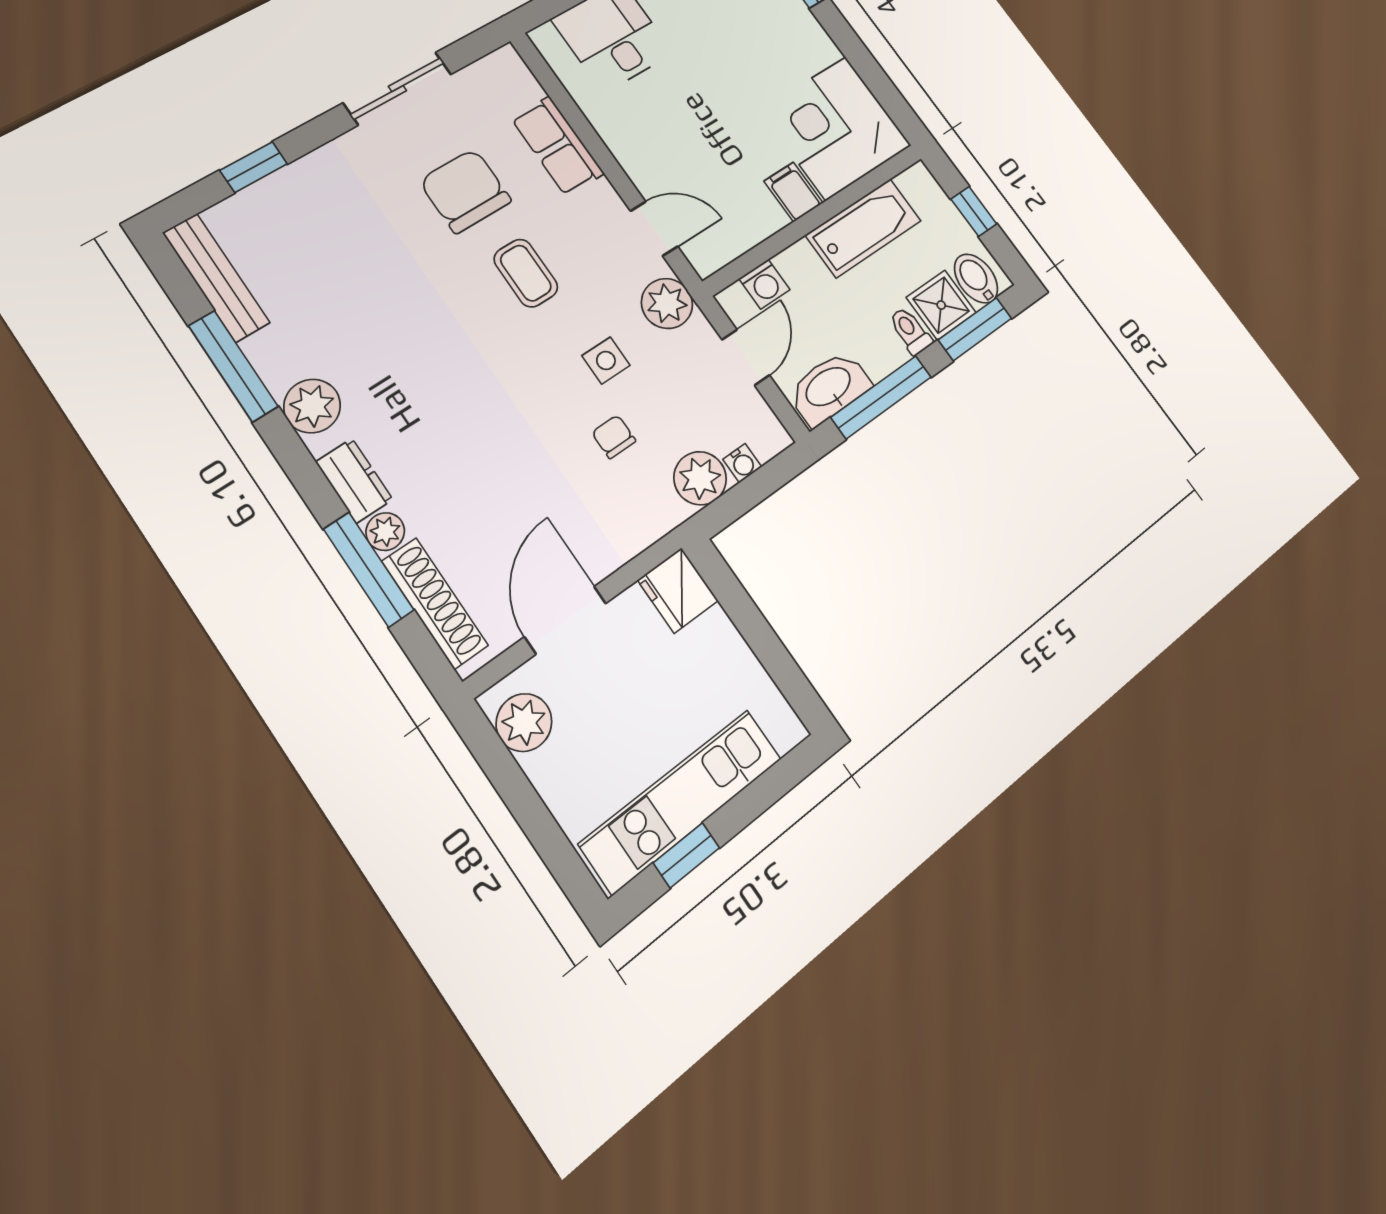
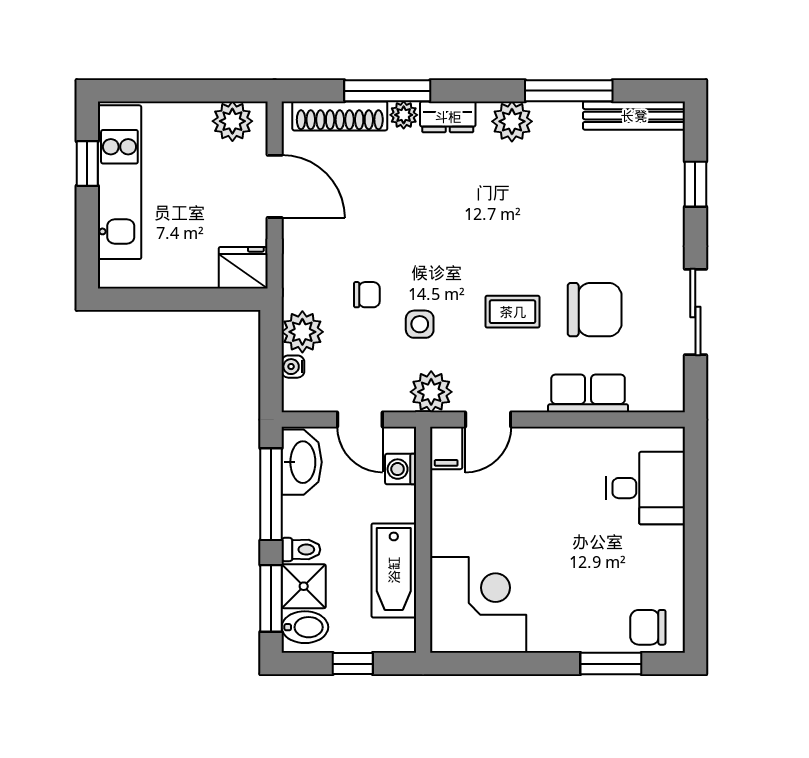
filing cabinet: (793, 192) -> (446, 448), moved, turned 90

